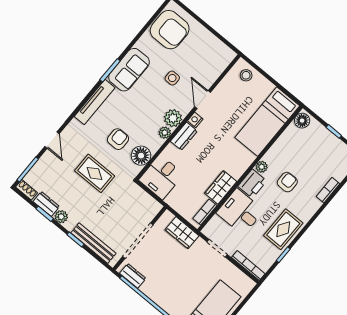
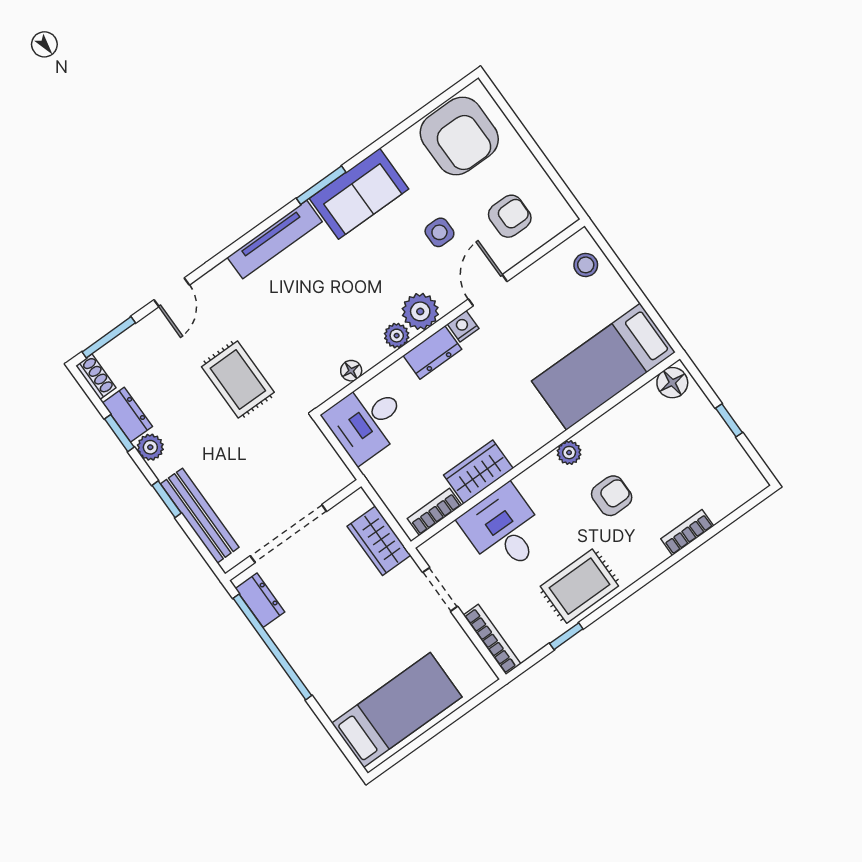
armchair: (118, 139) -> (510, 216), moved
floor lamp: (141, 156) -> (351, 371), width x0.53, depth x0.53
printer: (252, 184) -> (542, 481), removed

